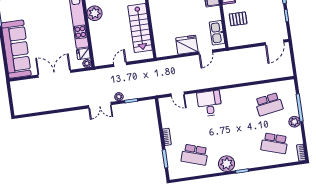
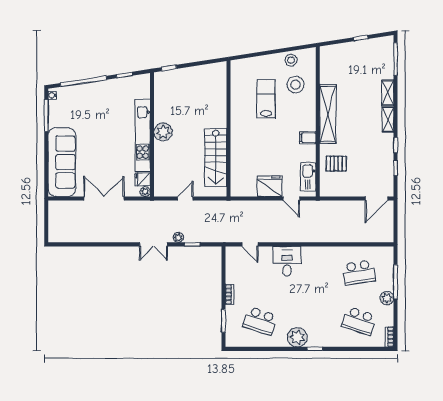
door: (206, 52) -> (291, 198), hinge flipped

